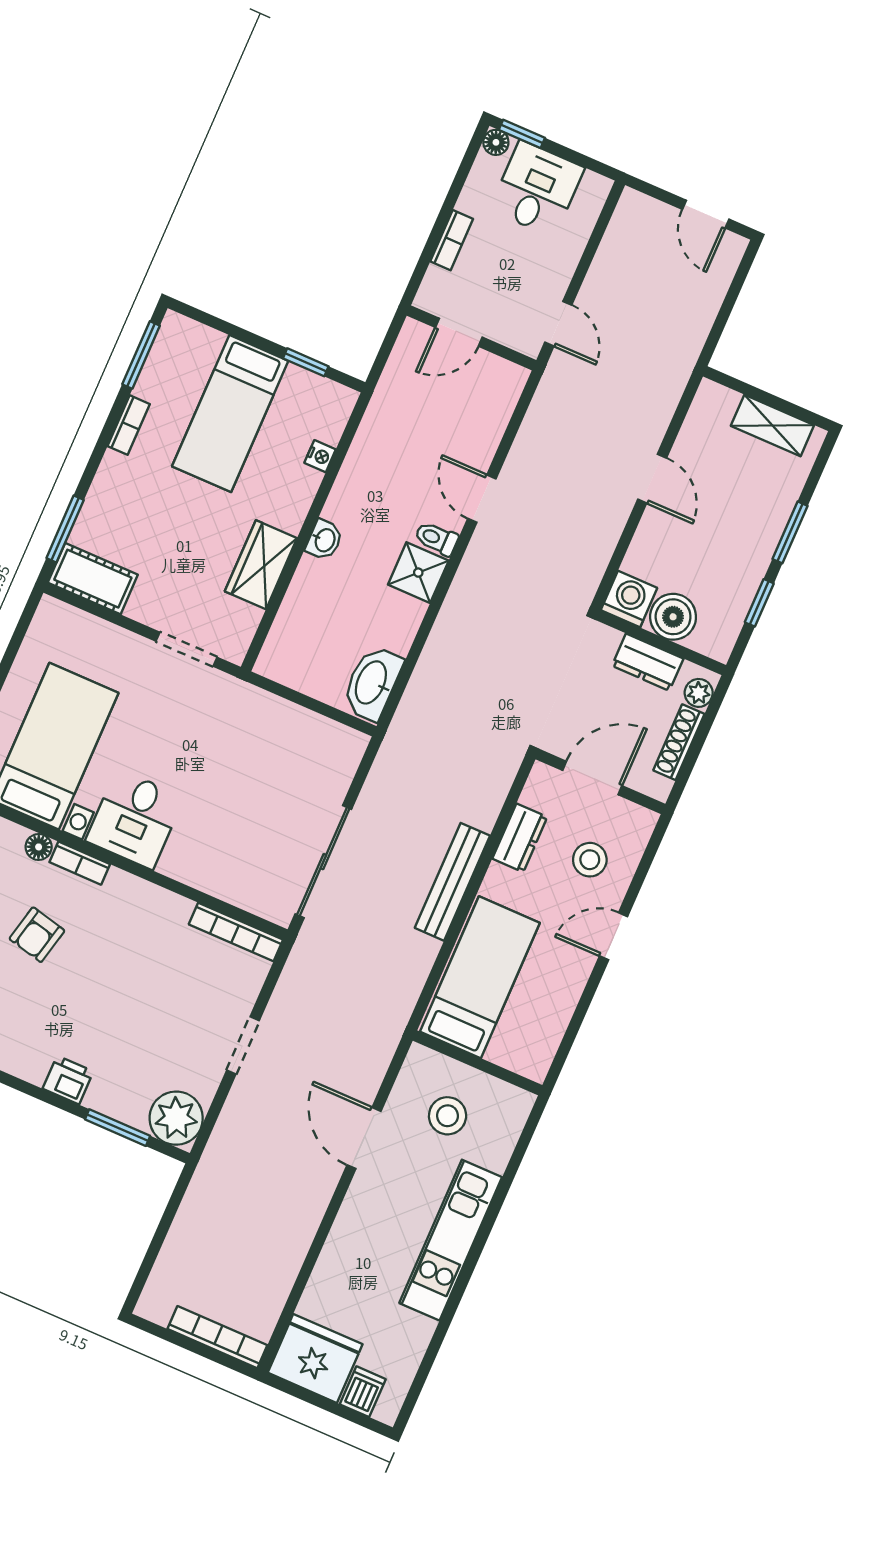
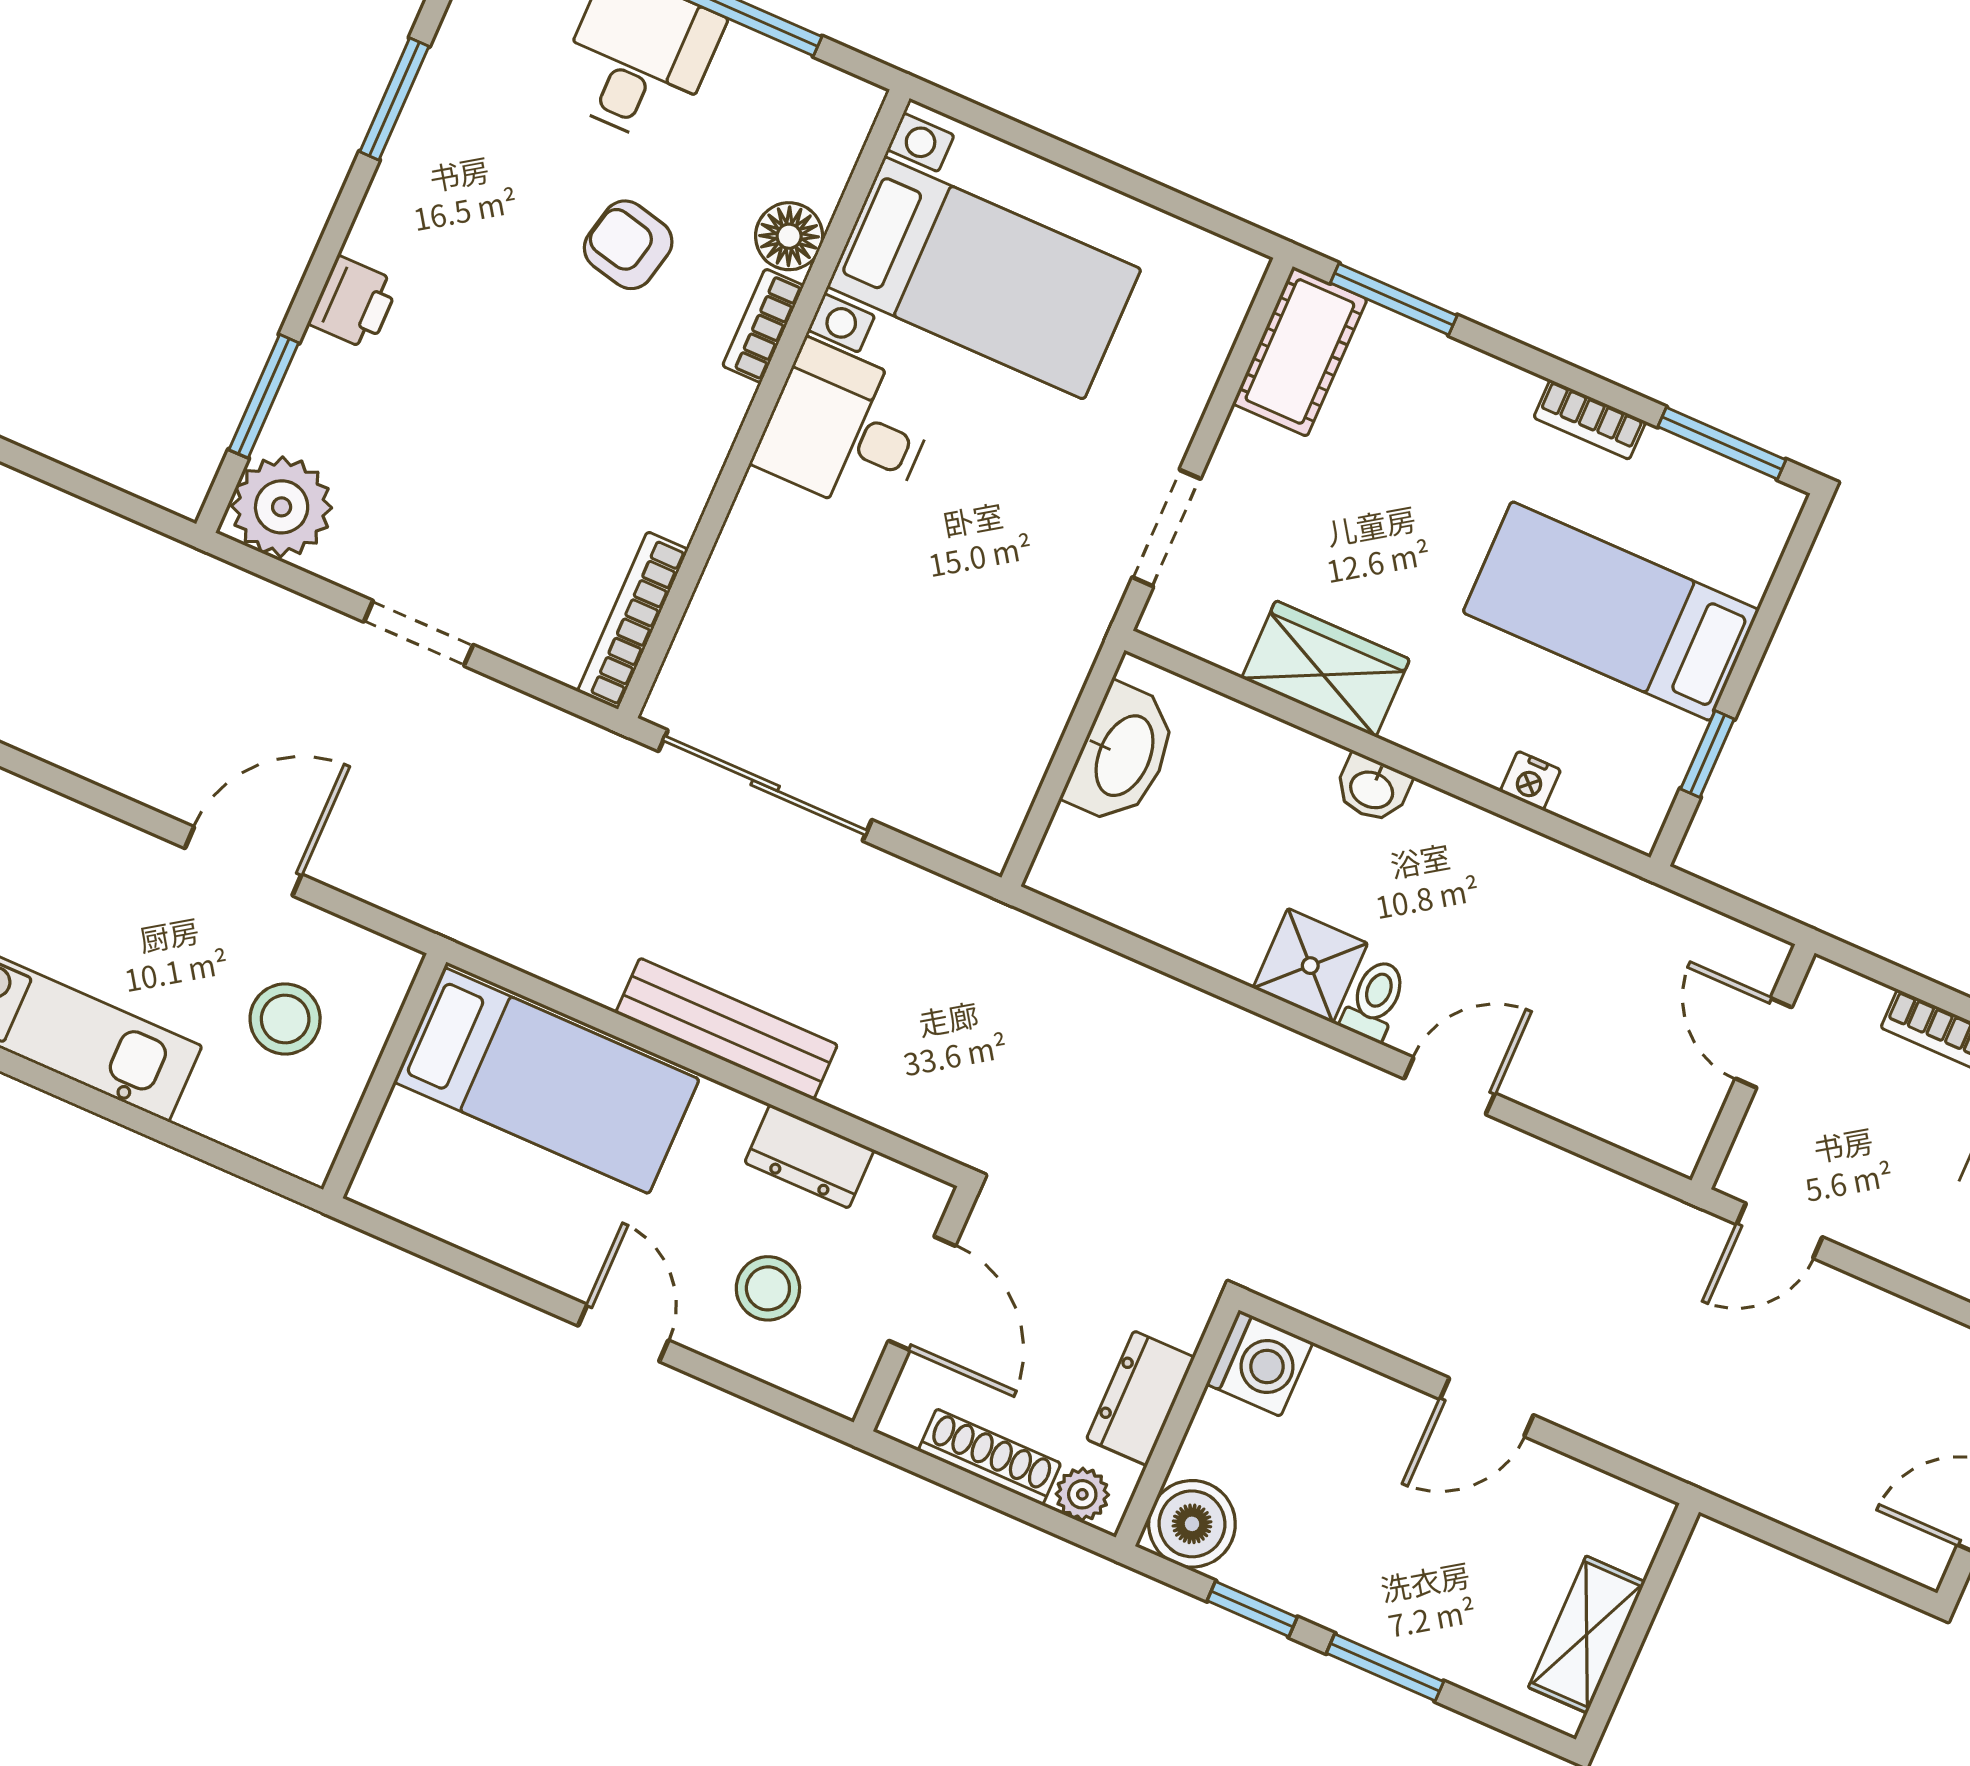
boiler: (673, 617) -> (1192, 1524), moved
washbasin: (372, 683) -> (1122, 755), moved, turned 90
floor lamp: (39, 847) -> (789, 236), width x1.37, depth x1.37

